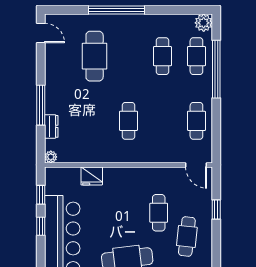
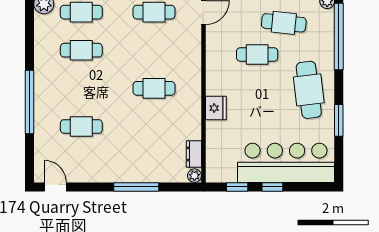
door: (41, 33) -> (55, 187), hinge flipped
cafe table: (95, 56) -> (81, 127), width x0.73, depth x0.74
dresser: (51, 126) -> (194, 154), moved, turned -90
fridge: (92, 176) -> (216, 108), moved

